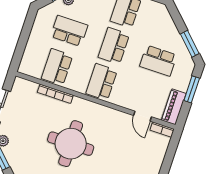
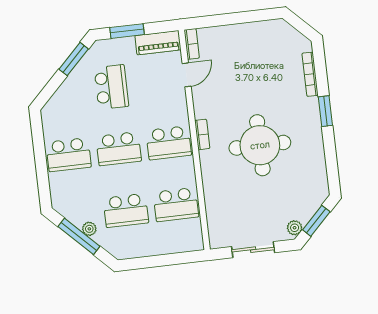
school desk: (69, 31) -> (126, 210), turned -90
bookcase: (55, 94) -> (202, 134), moved, width x0.64

